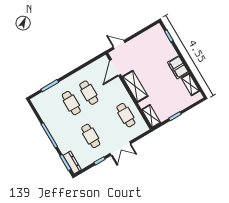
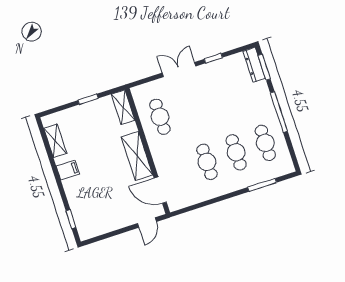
door: (119, 45) -> (147, 222), hinge flipped
filing cabinet: (178, 67) -> (68, 170), width x0.50
door: (115, 68) -> (160, 190), swing flipped
cafe table: (91, 136) -> (265, 143), moved

